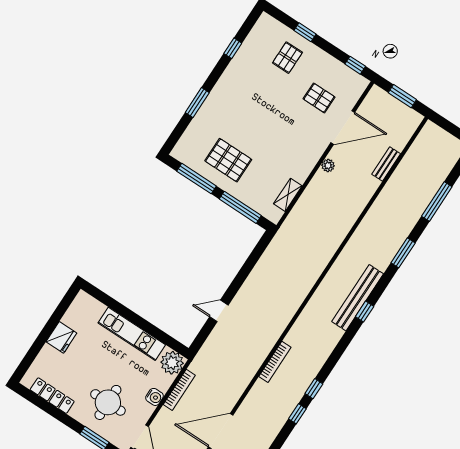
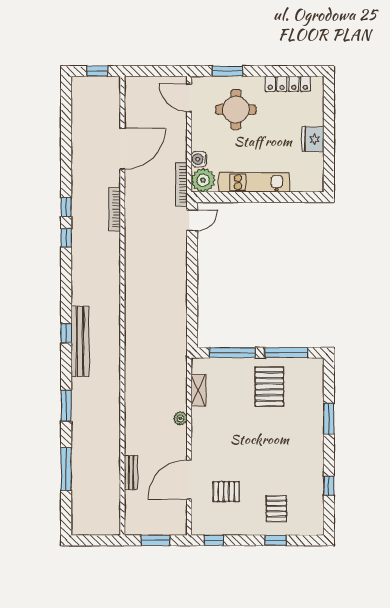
pallet: (228, 160) -> (269, 387), turned 90
plant: (328, 165) -> (180, 418), moved
door: (219, 311) -> (192, 221), moved
bookcase: (275, 362) -> (115, 209), moved
bookcase: (179, 390) -> (182, 185), moved
water cooler: (154, 397) -> (199, 159), moved

